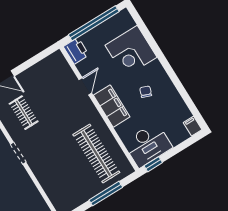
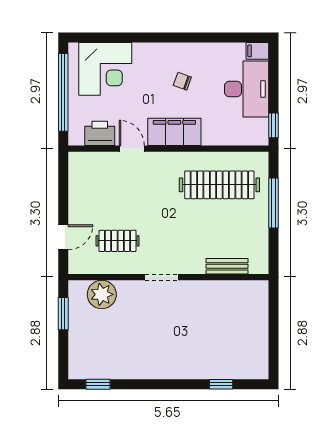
printer: (76, 51) -> (100, 133), moved
corner desk: (131, 51) -> (105, 69), moved
desk: (148, 145) -> (247, 89), moved
bench: (50, 189) -> (227, 266), added

